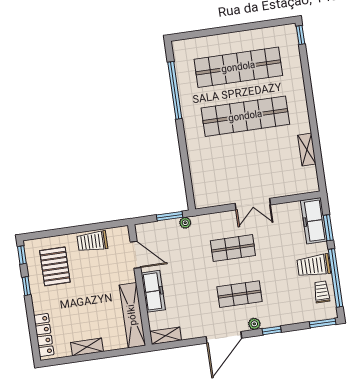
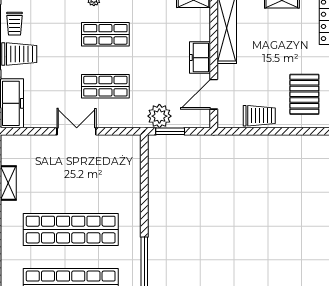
plant: (185, 223) -> (159, 116), width x1.88, depth x1.88
door: (136, 255) -> (214, 94), hinge flipped
freezer: (153, 291) -> (200, 58), width x0.71

